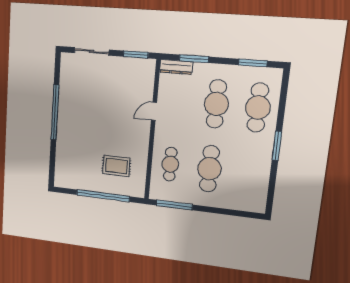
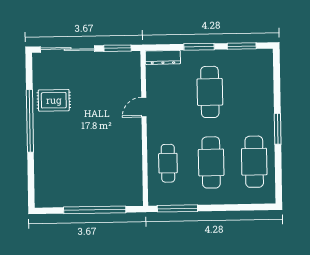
sliding door: (92, 51) -> (68, 49), width x1.37
window: (194, 59) -> (199, 47), moved
cafe table: (258, 108) -> (254, 162), moved
rug: (116, 166) -> (54, 100), moved

